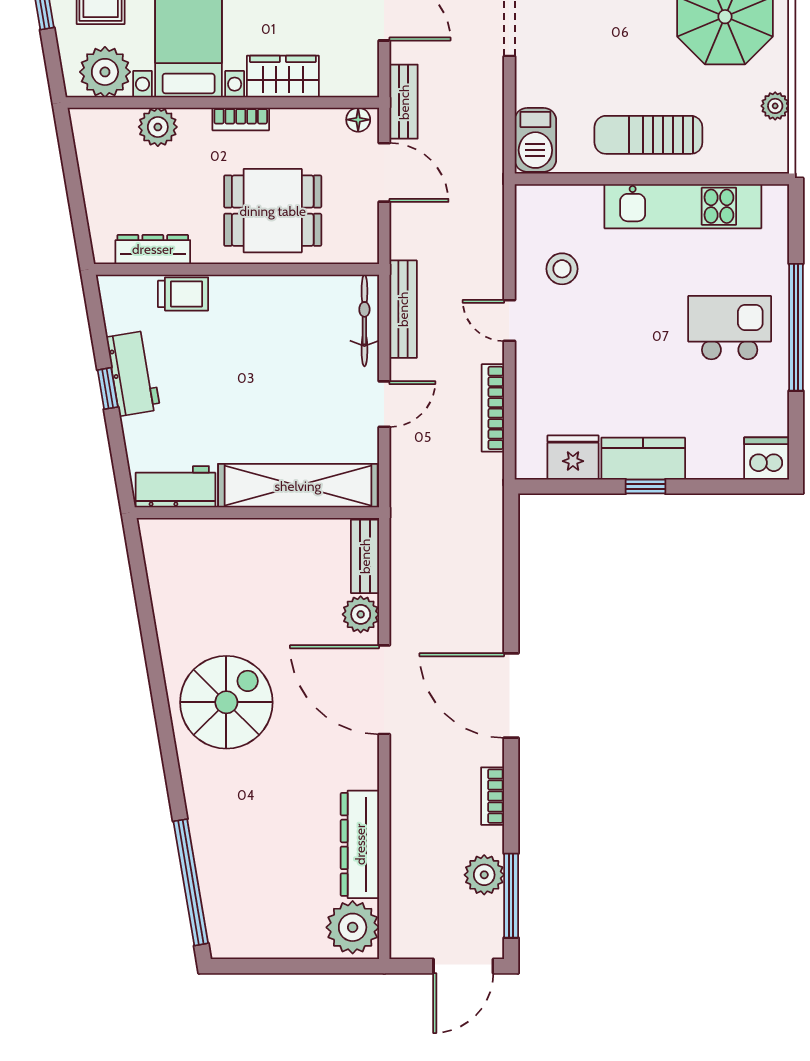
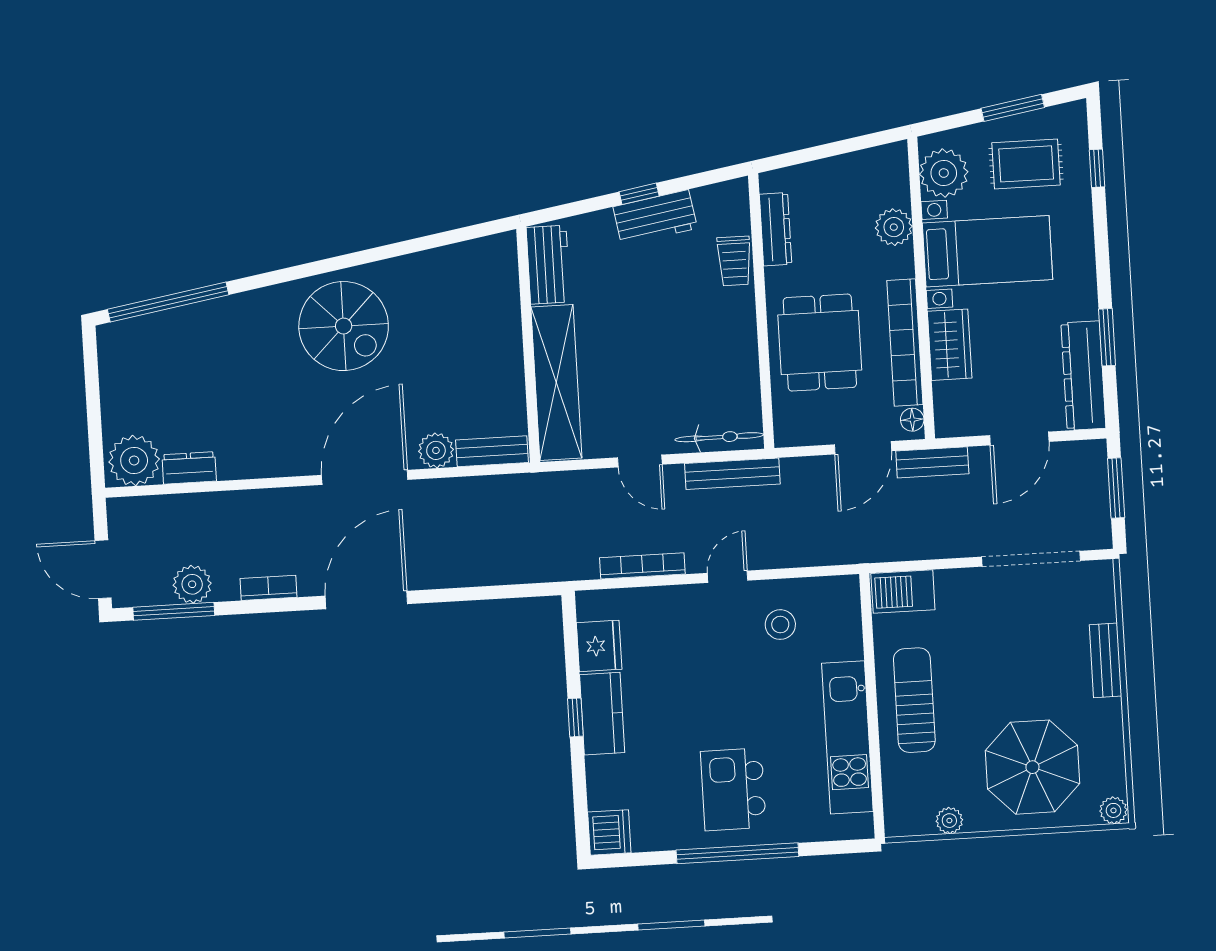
bookcase: (241, 119) -> (905, 342), width x2.31, depth x1.31
kitchen island: (730, 328) -> (733, 789), turned 180
dresser: (360, 844) -> (189, 468), width x0.51, depth x0.80

